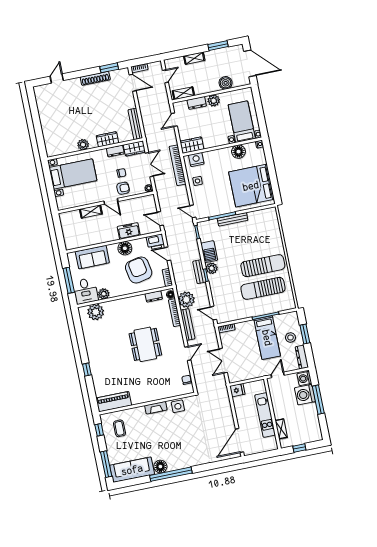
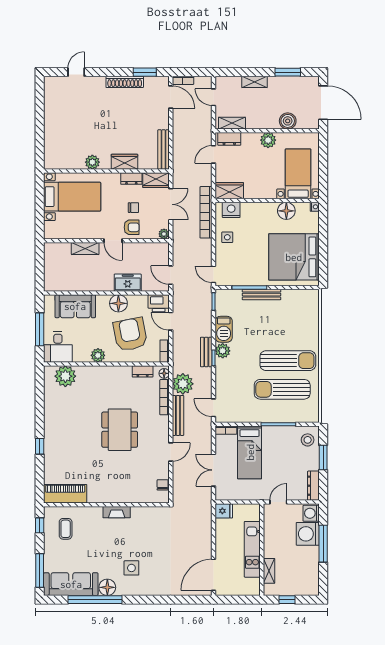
door: (165, 76) -> (214, 97), swing flipped
dresser: (197, 103) -> (229, 139), moved
plant: (104, 294) -> (98, 355), moved
bed: (267, 338) -> (250, 452), moved
stool: (290, 338) -> (308, 440), moved
side table: (178, 406) -> (131, 568), moved
window: (171, 474) -> (95, 600), moved

